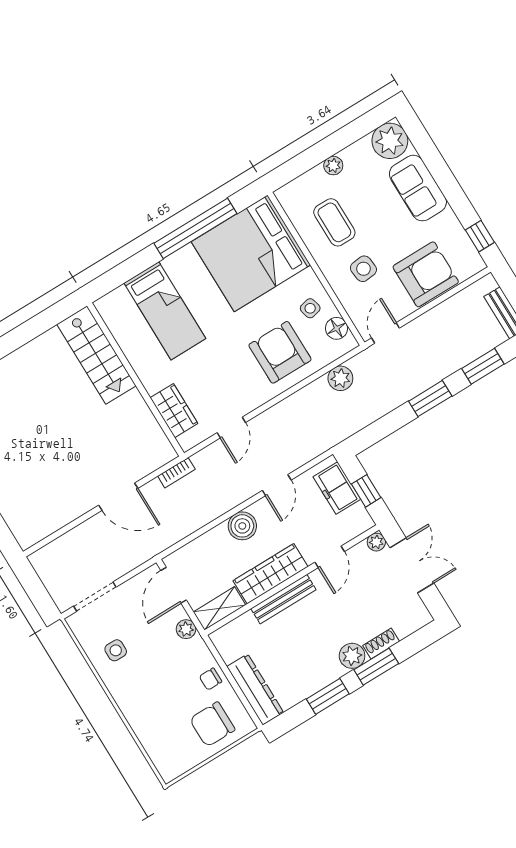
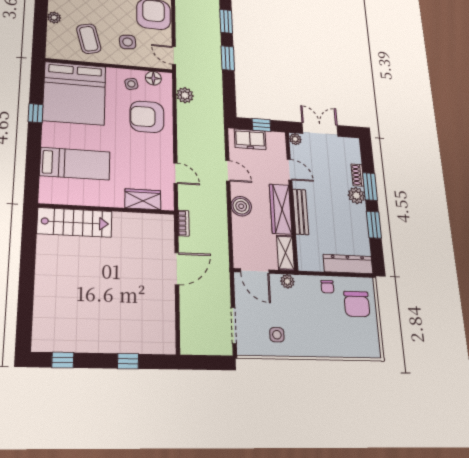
coffee table: (334, 222) -> (89, 39), turned 75
window: (195, 228) -> (36, 113), width x0.32

